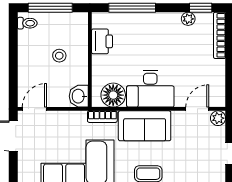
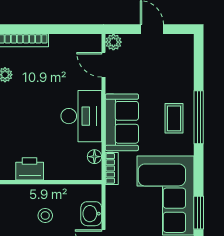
floor lamp: (113, 95) -> (94, 157), width x0.53, depth x0.53
washbasin: (79, 96) -> (91, 214), moved, turned 90

